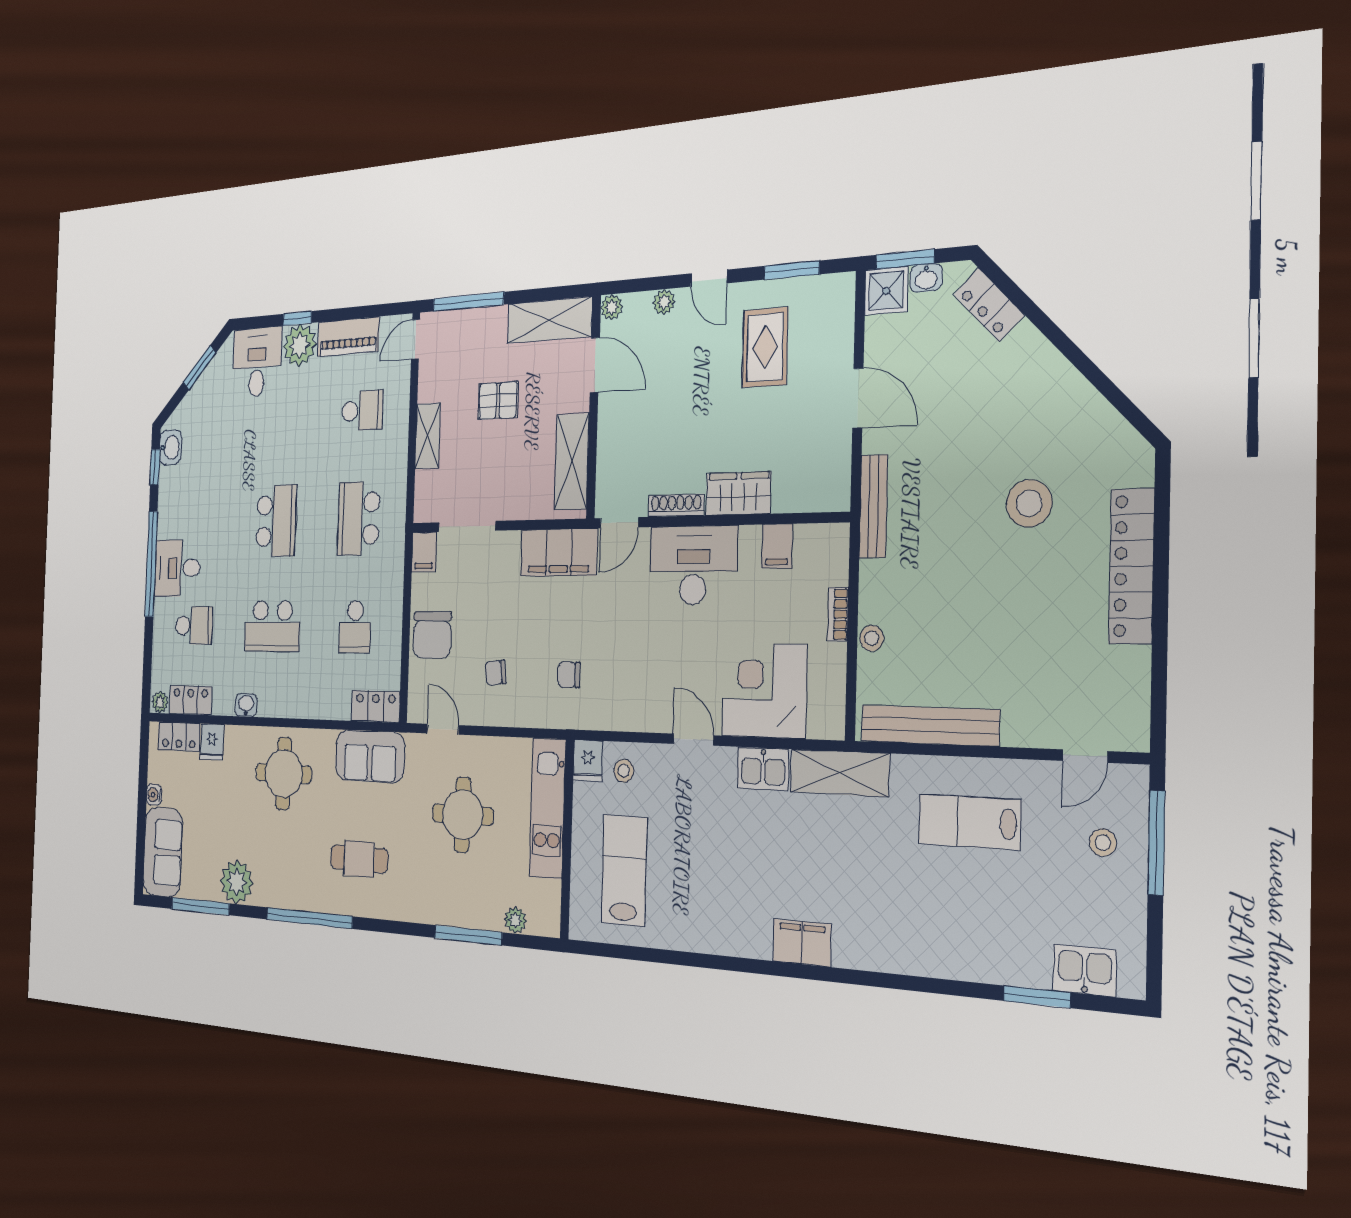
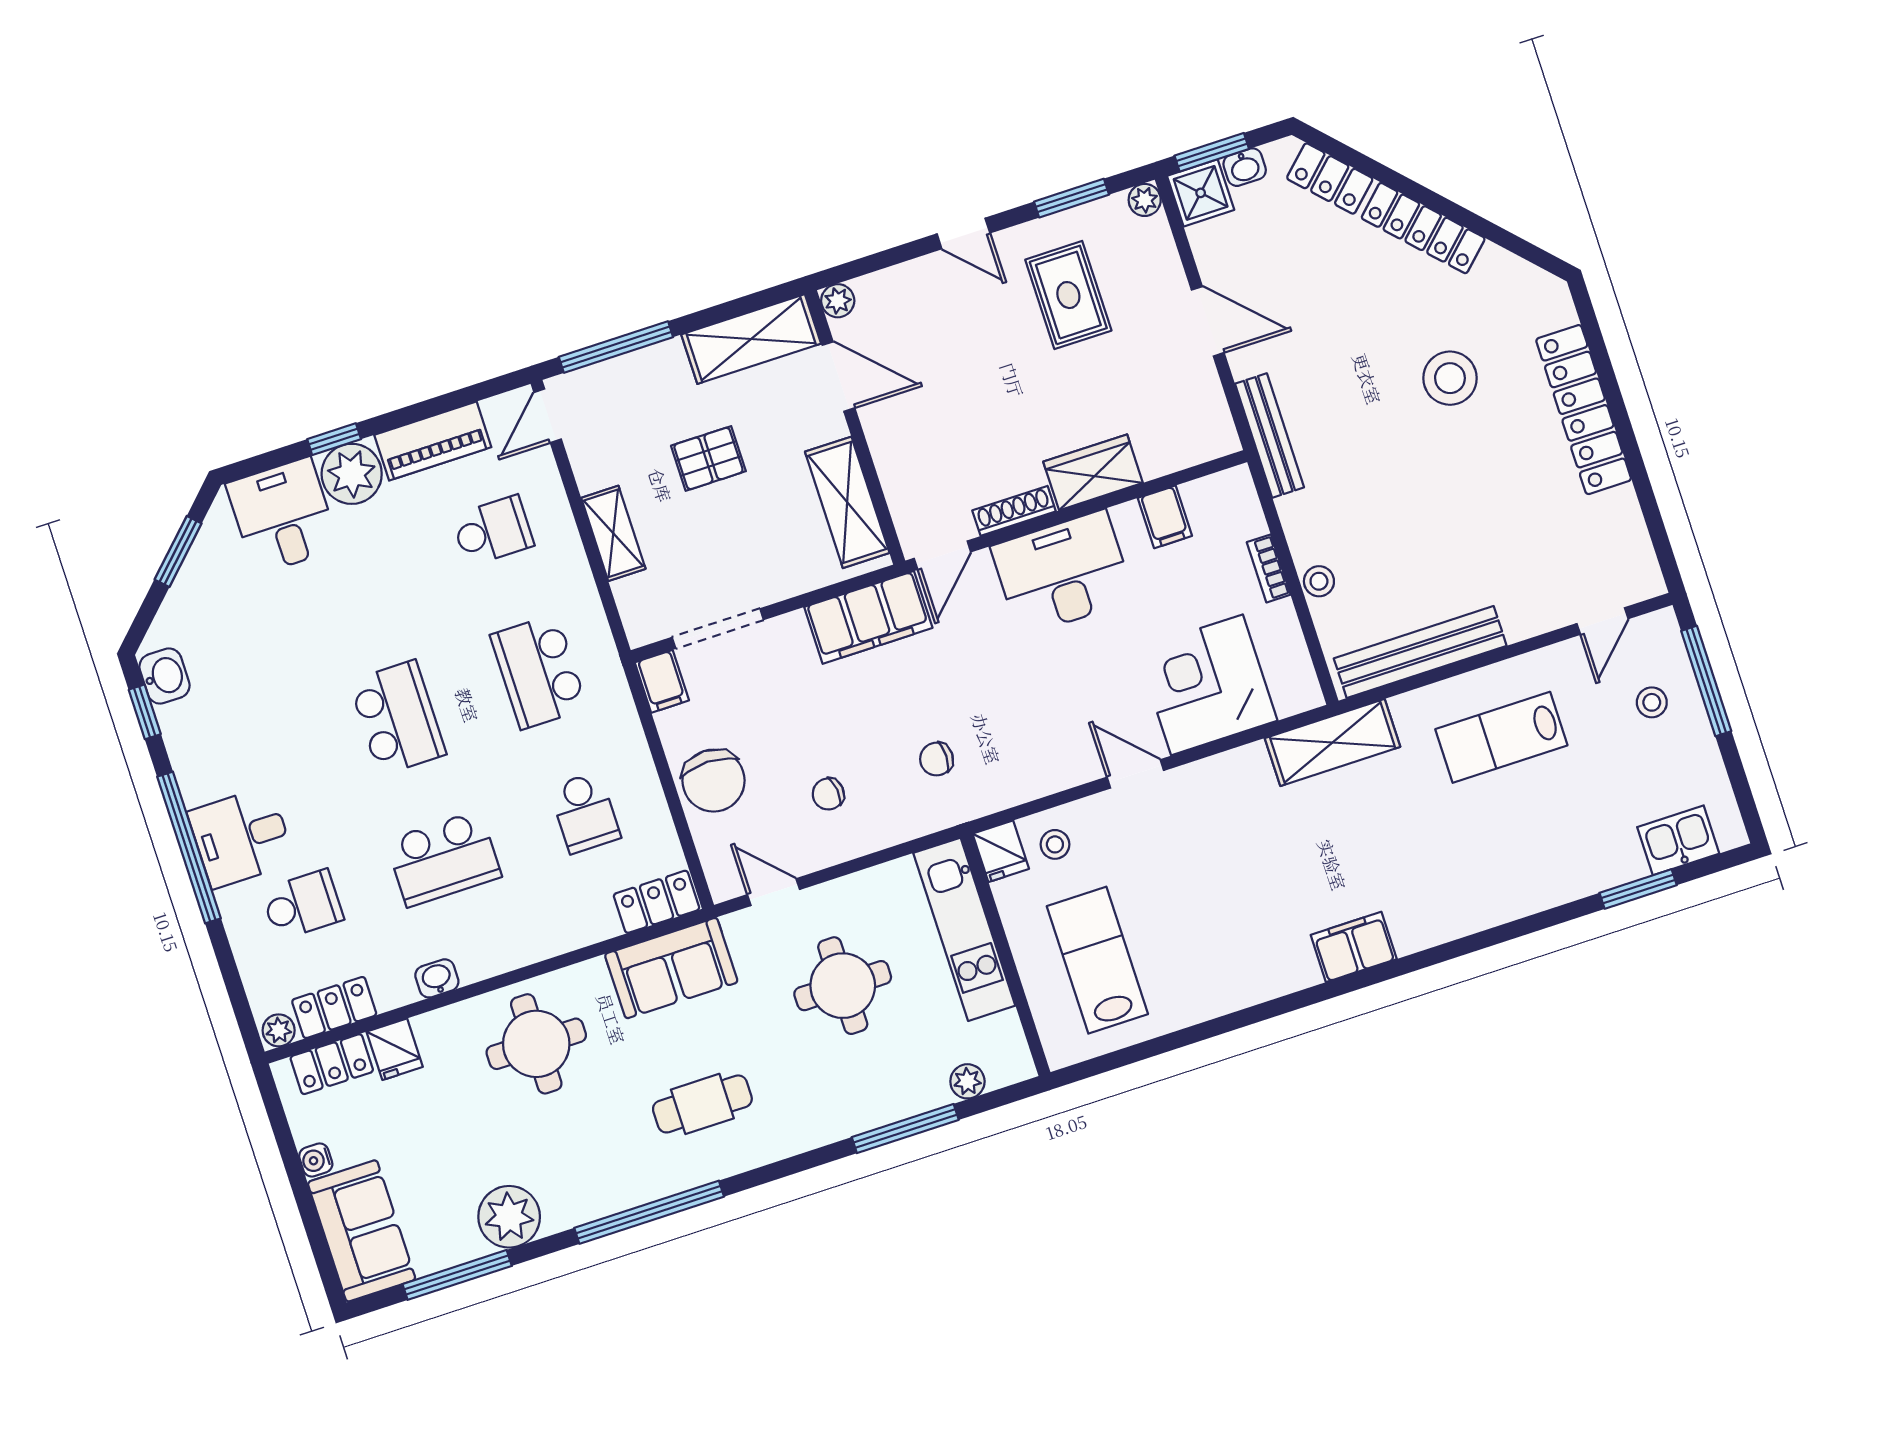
plant: (664, 302) -> (1145, 200), moved
locker: (1050, 368) -> (1423, 228), added
kitchen sink: (763, 769) -> (1237, 773), removed

